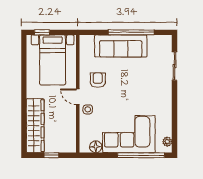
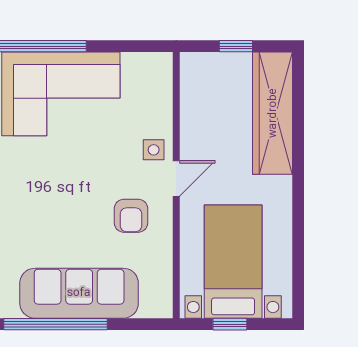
window: (42, 32) -> (230, 324), moved
door: (78, 97) -> (176, 178), hinge flipped
floor lamp: (96, 147) -> (136, 65), removed

